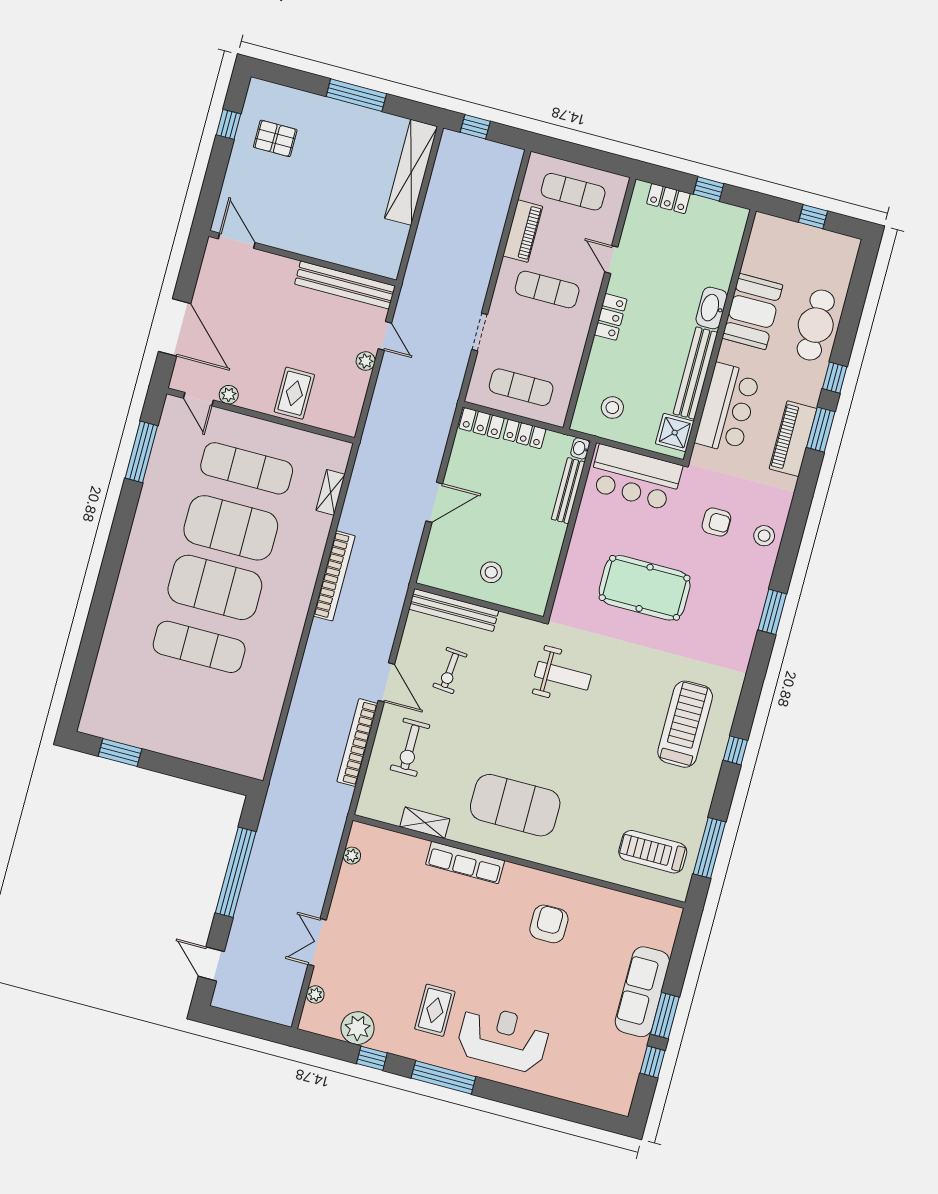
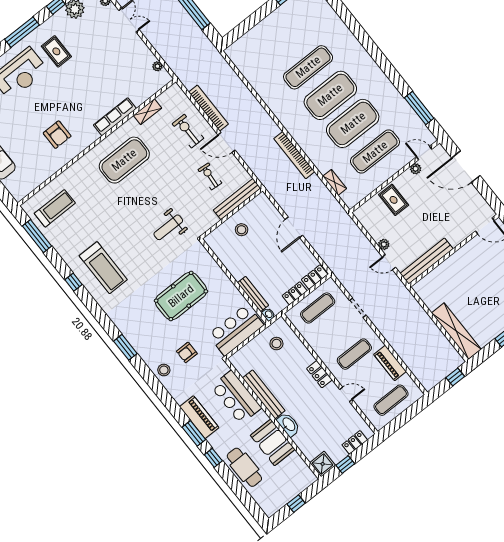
shower: (675, 433) -> (323, 464), moved

